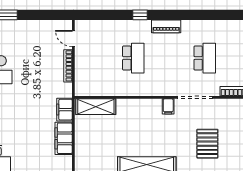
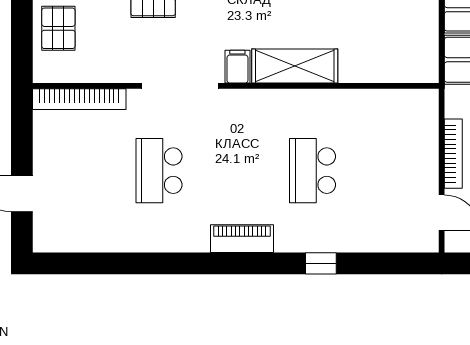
window: (140, 15) -> (321, 263), moved
shelving: (96, 107) -> (295, 66), moved

